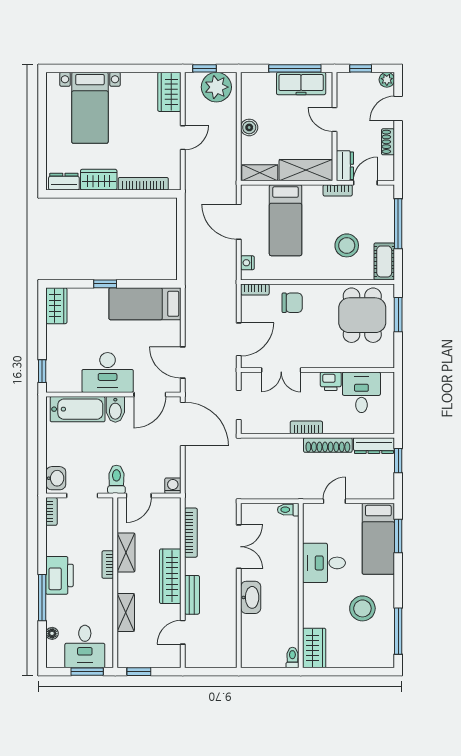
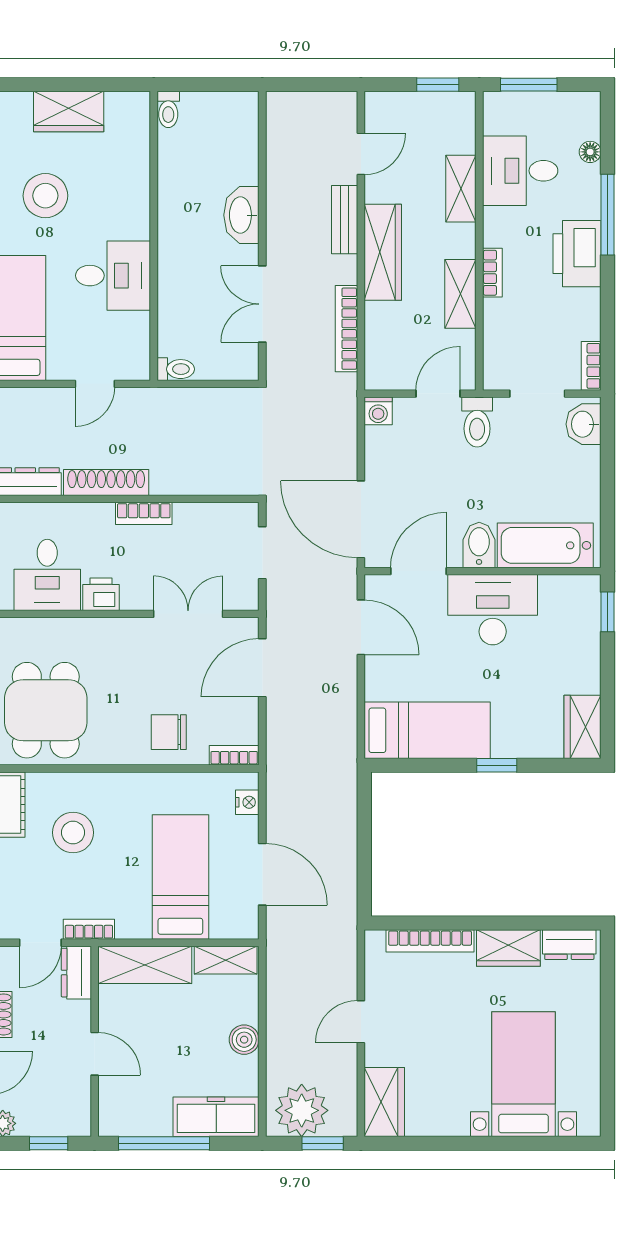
freezer: (301, 83) -> (216, 1117), moved
desk: (85, 647) -> (520, 171), moved, turned -90
wardrobe: (314, 648) -> (69, 111), moved, turned -90

